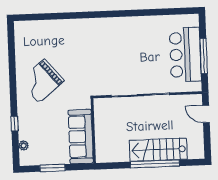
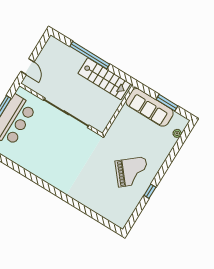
window: (15, 124) -> (150, 191), moved
sofa: (81, 137) -> (150, 107), moved, turned 90
stairs: (158, 150) -> (104, 79), moved

